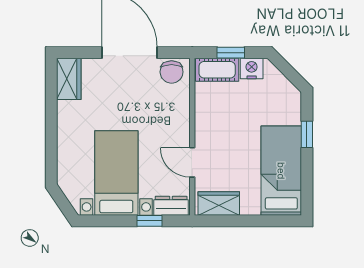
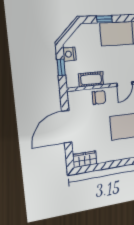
cot: (217, 70) -> (91, 79), moved, turned 90
chair: (172, 72) -> (99, 97), moved

